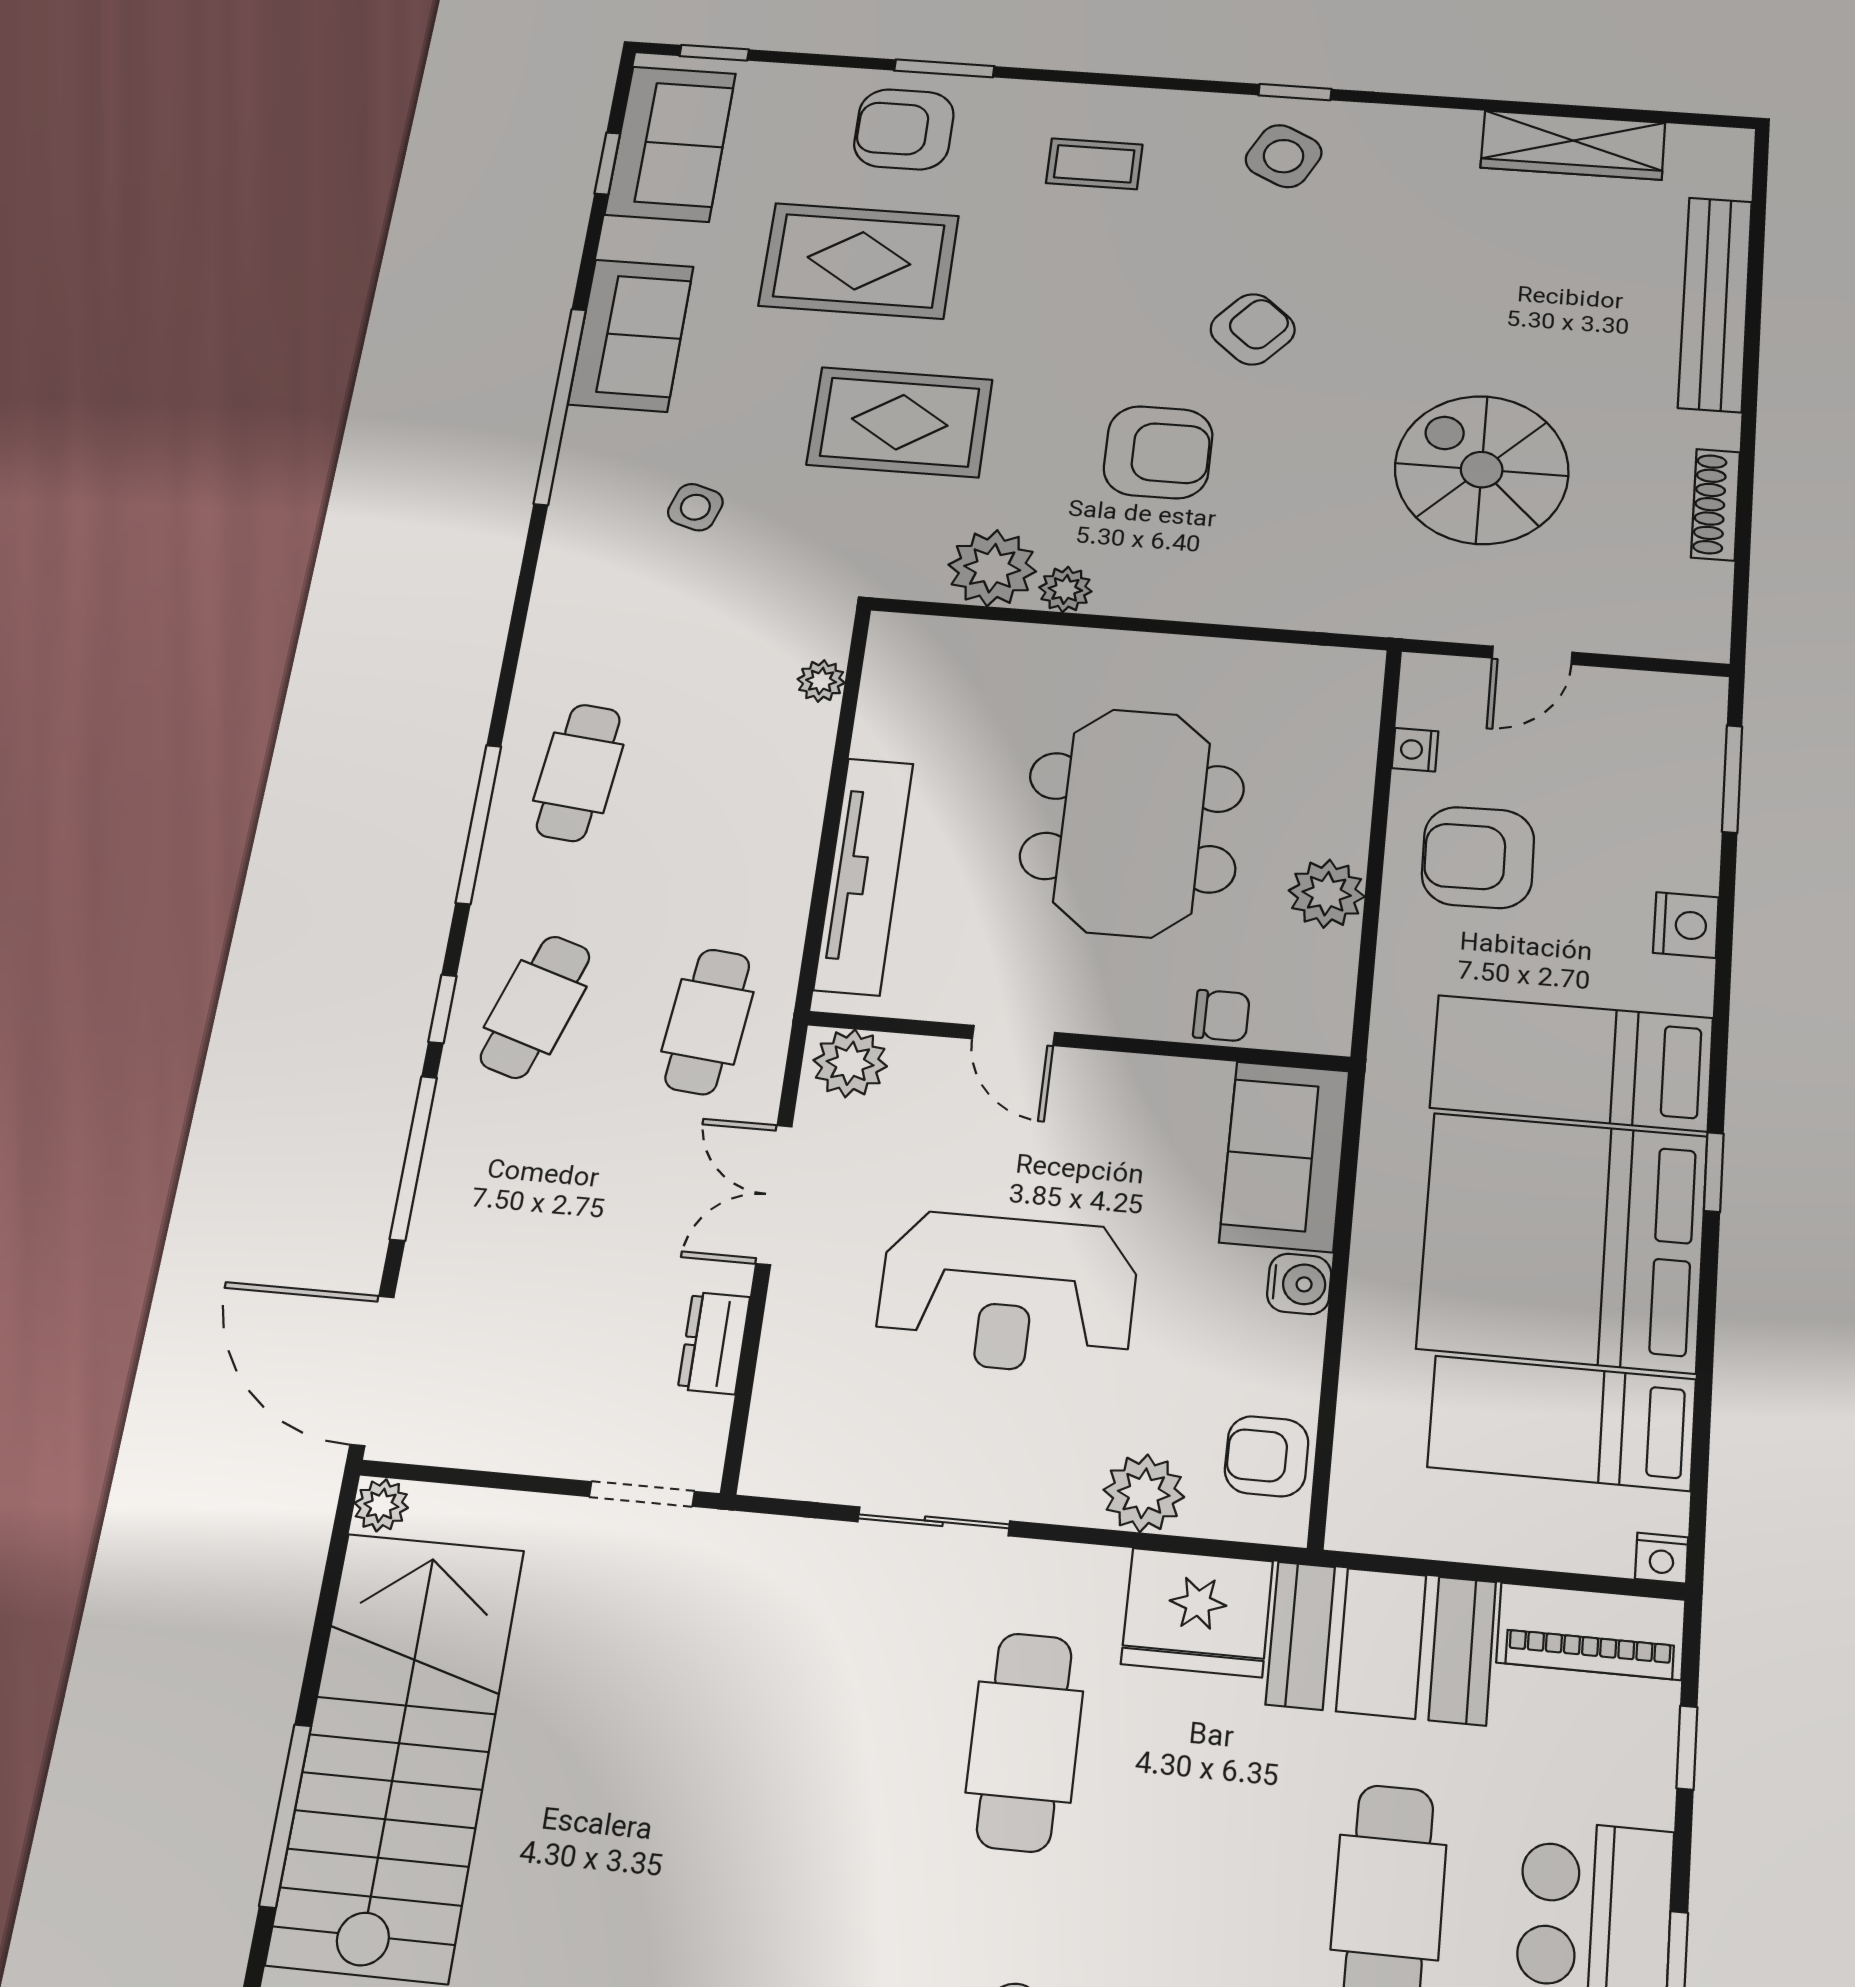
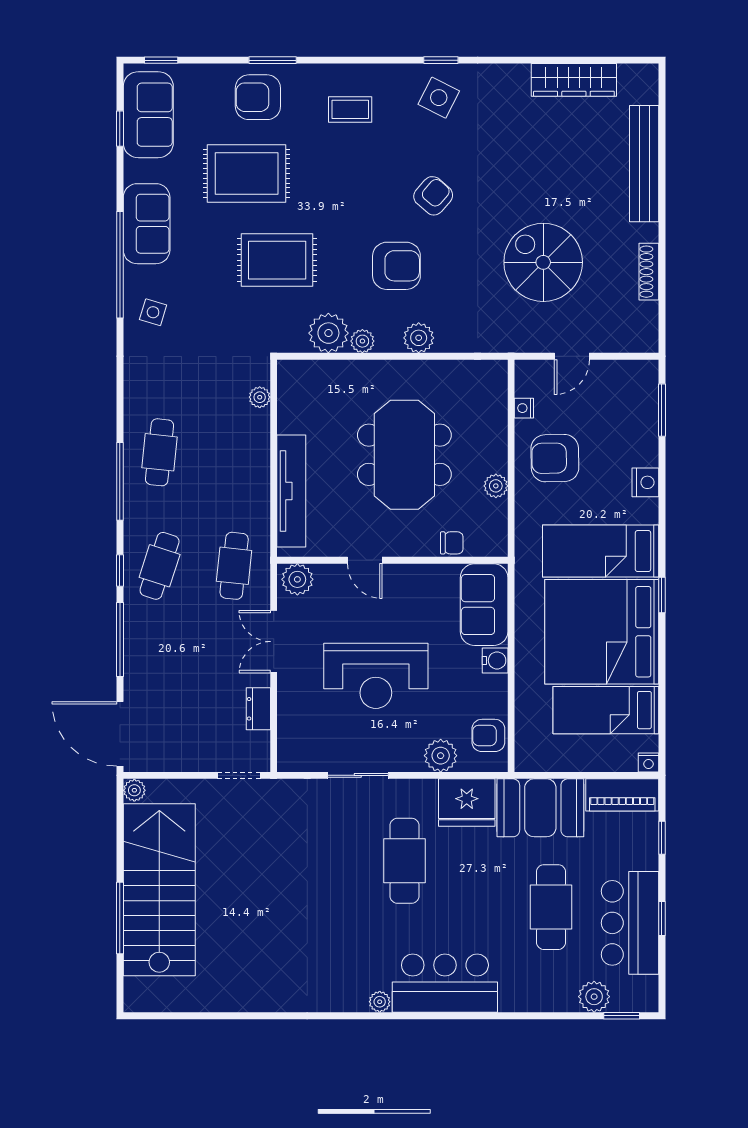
side table: (695, 507) -> (153, 312), moved
plant: (1191, 593) -> (419, 338), added
plant: (1327, 894) -> (496, 486), width x0.73, depth x0.73

